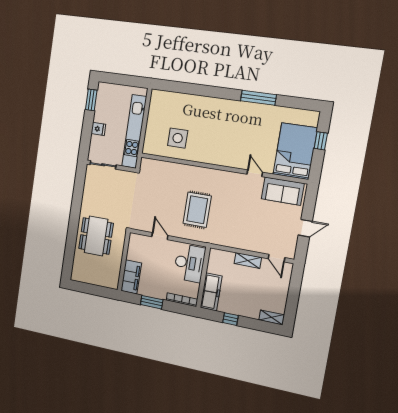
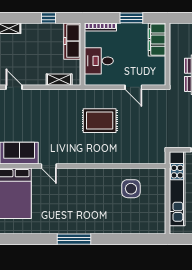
window: (258, 98) -> (74, 239), moved
rug: (197, 210) -> (100, 121), turned 90
shelving: (248, 260) -> (59, 80), moved
desk: (189, 263) -> (99, 61), width x0.73

